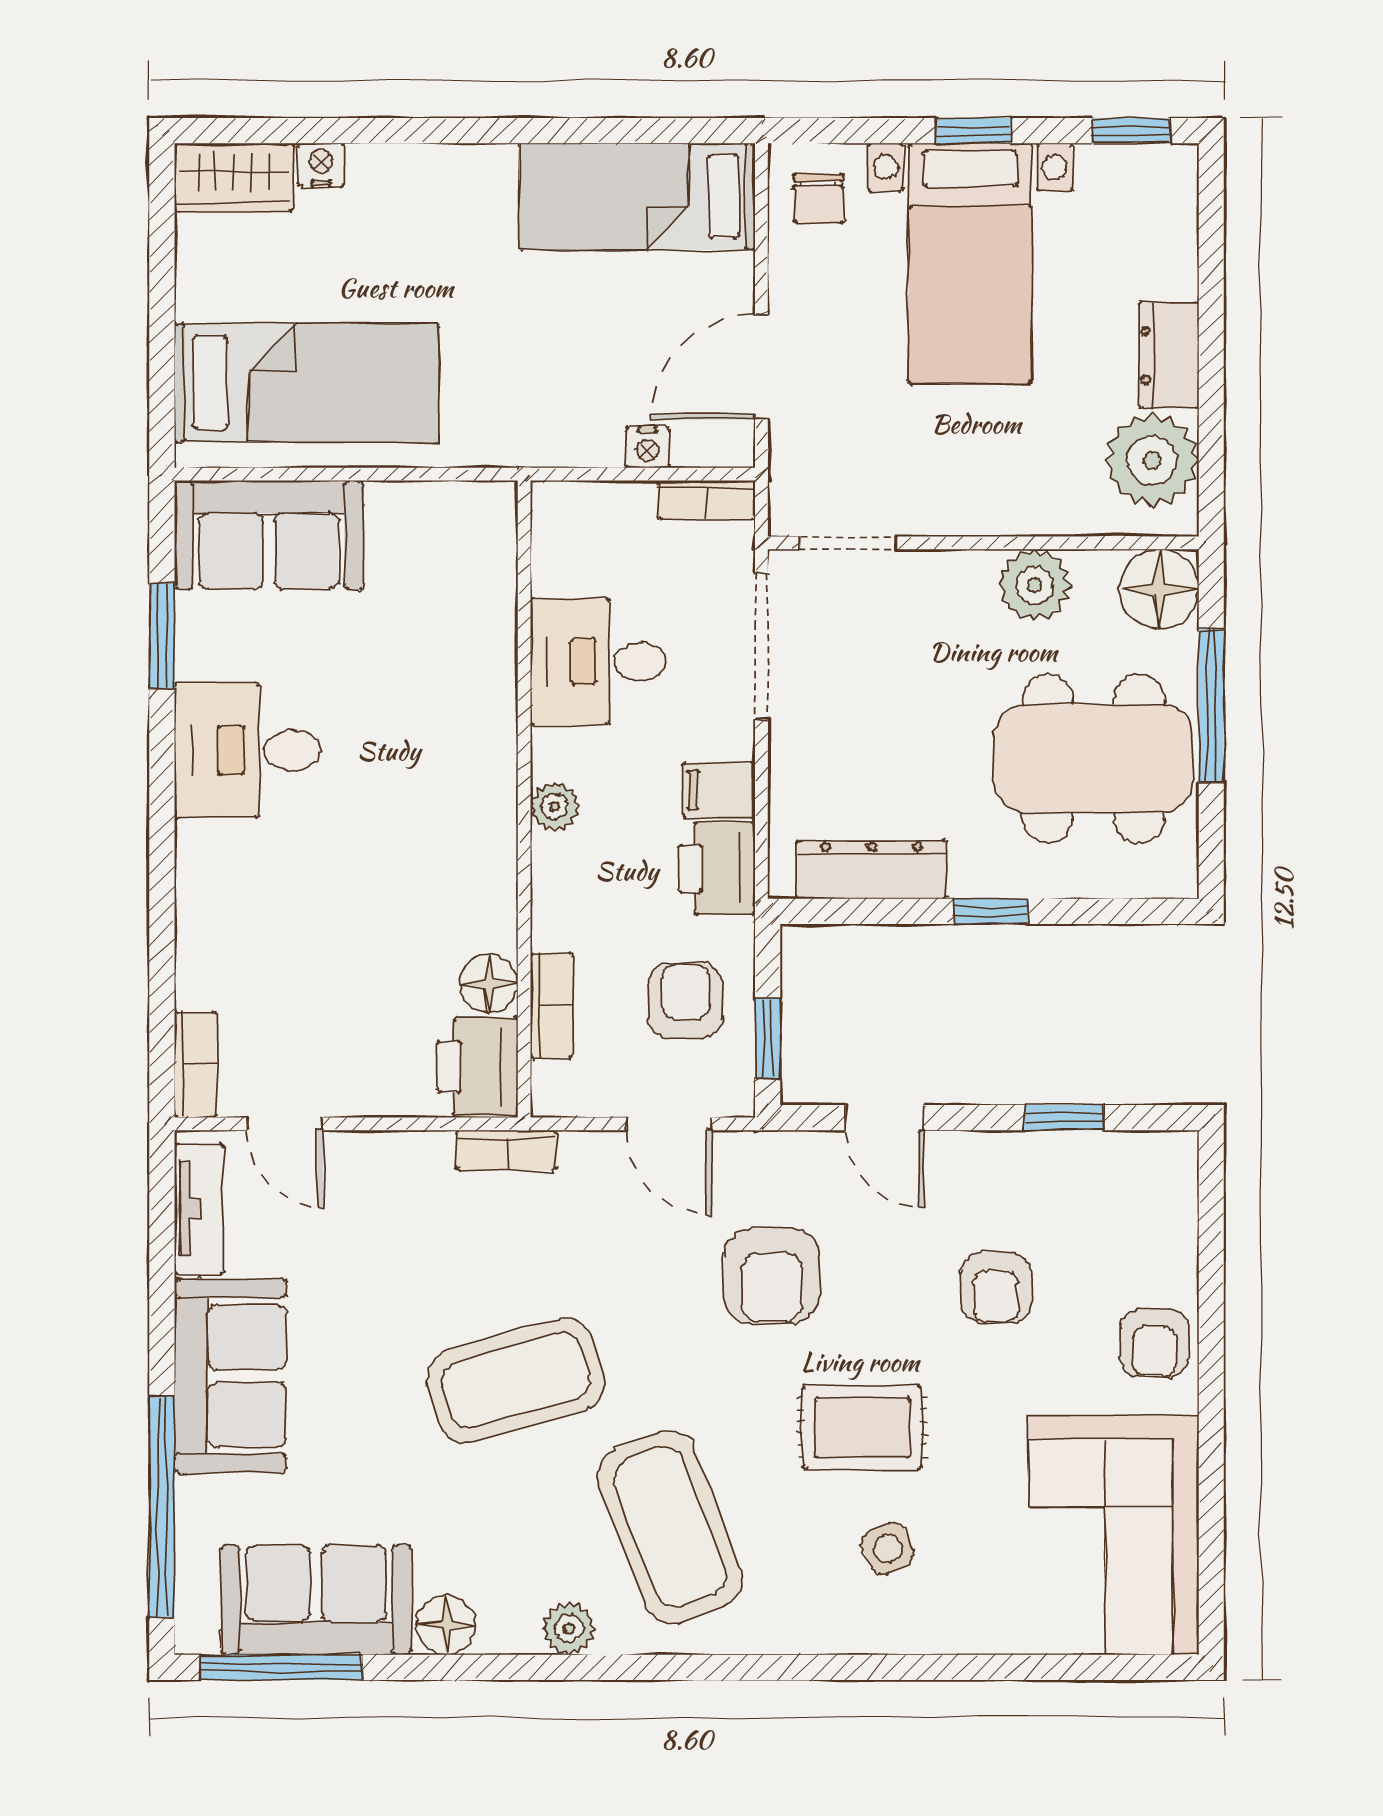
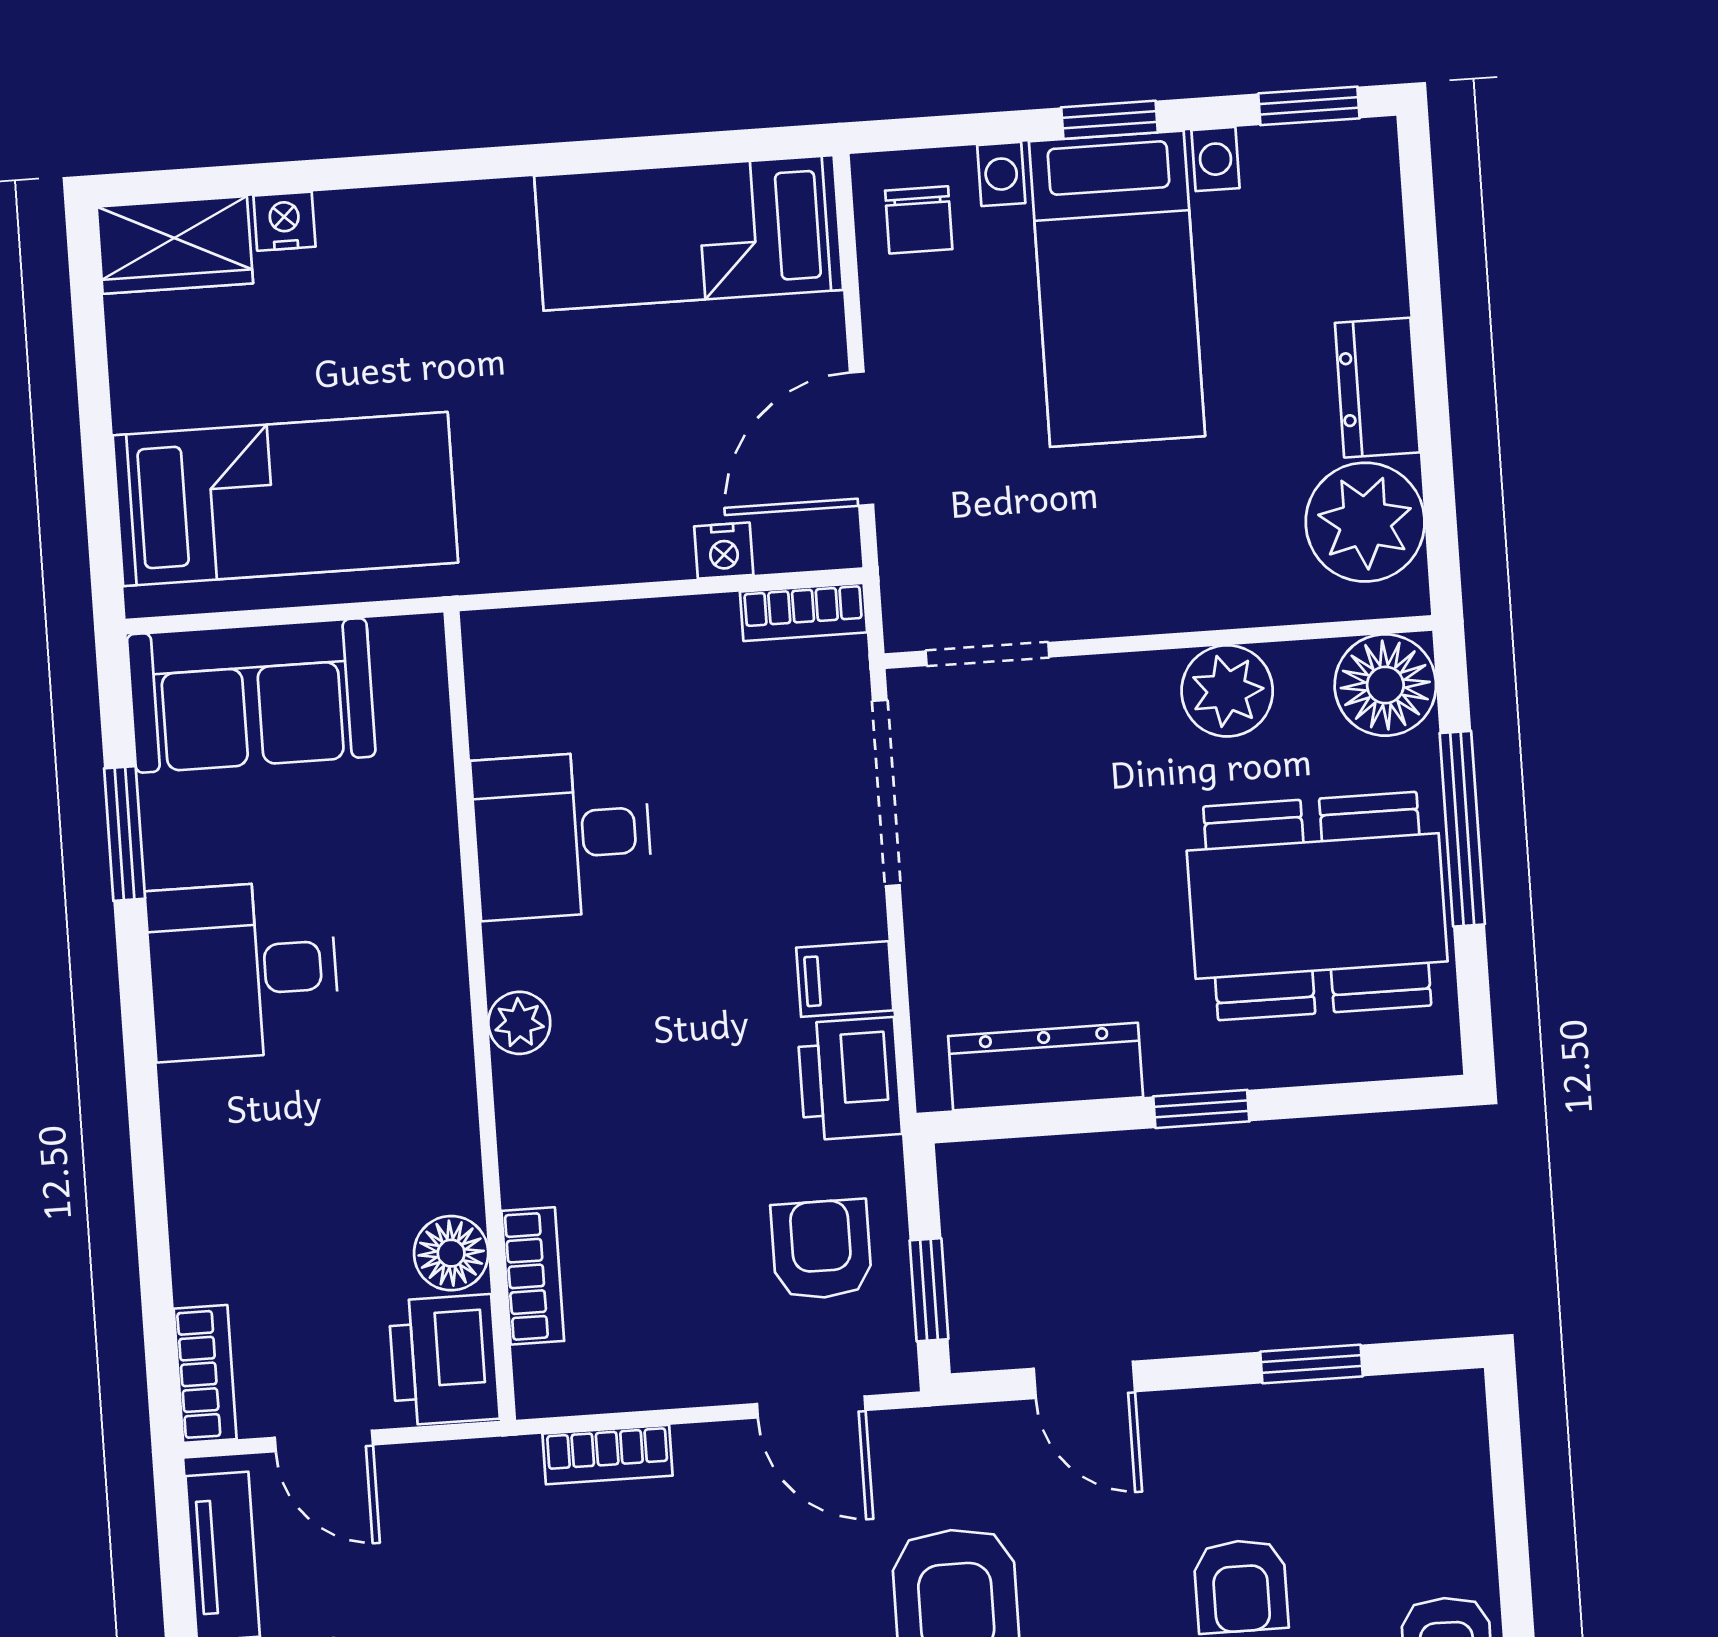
desk: (599, 662) -> (562, 835), moved
wall: (524, 799) -> (480, 1016), moved
plant: (555, 807) -> (519, 1023), moved
floor lamp: (489, 983) -> (451, 1253), moved
bookcase: (551, 1006) -> (533, 1276), moved
printer: (477, 1067) -> (444, 1360), moved

